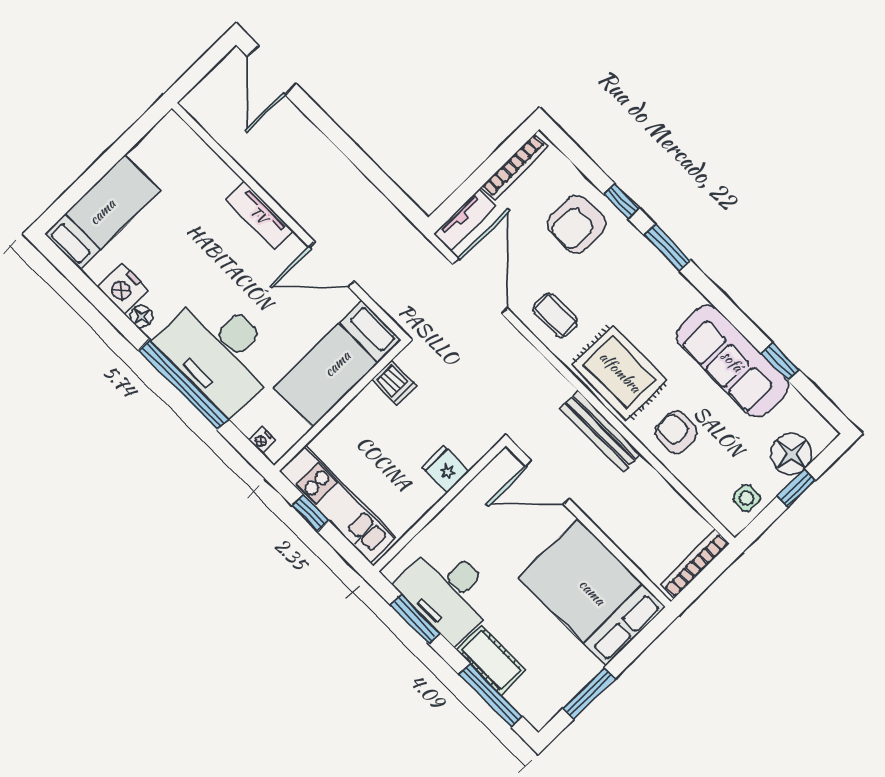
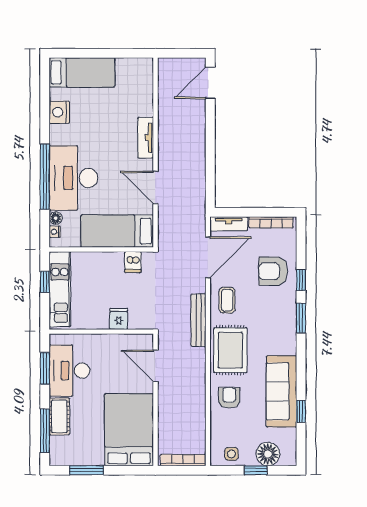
floor lamp: (141, 316) -> (56, 218), moved
bench: (601, 431) -> (198, 320), moved

